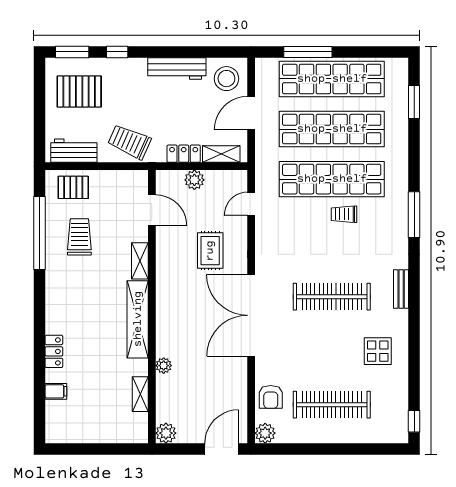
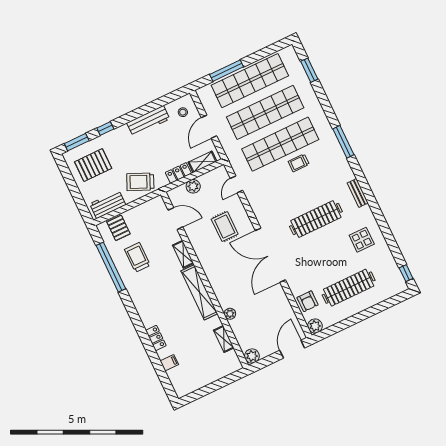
stool: (226, 79) -> (183, 112), width x0.53, depth x0.53
pallet: (73, 187) -> (118, 228), turned 90

